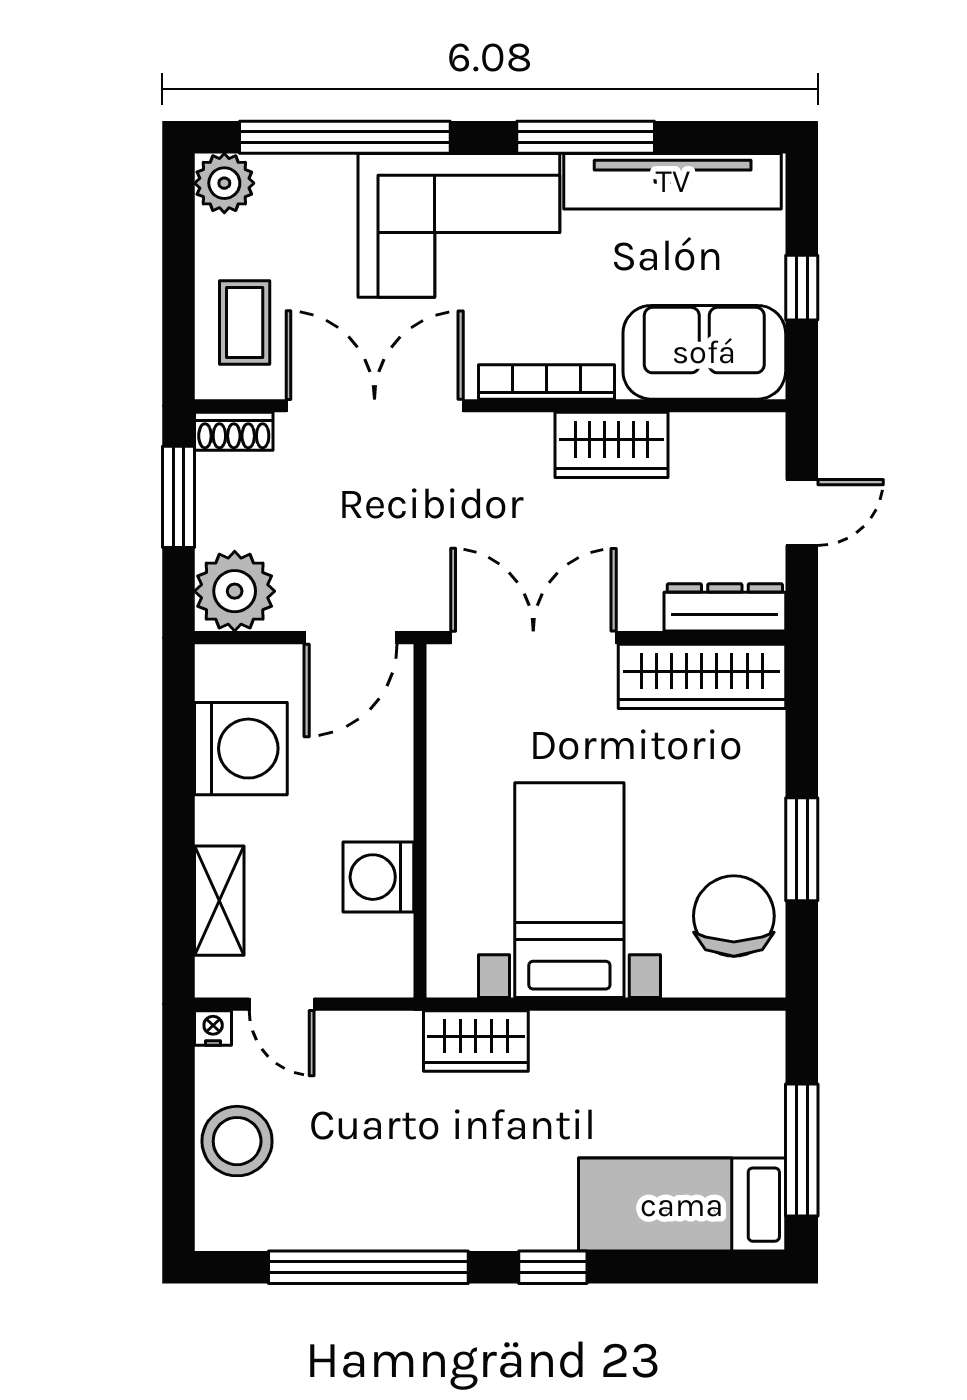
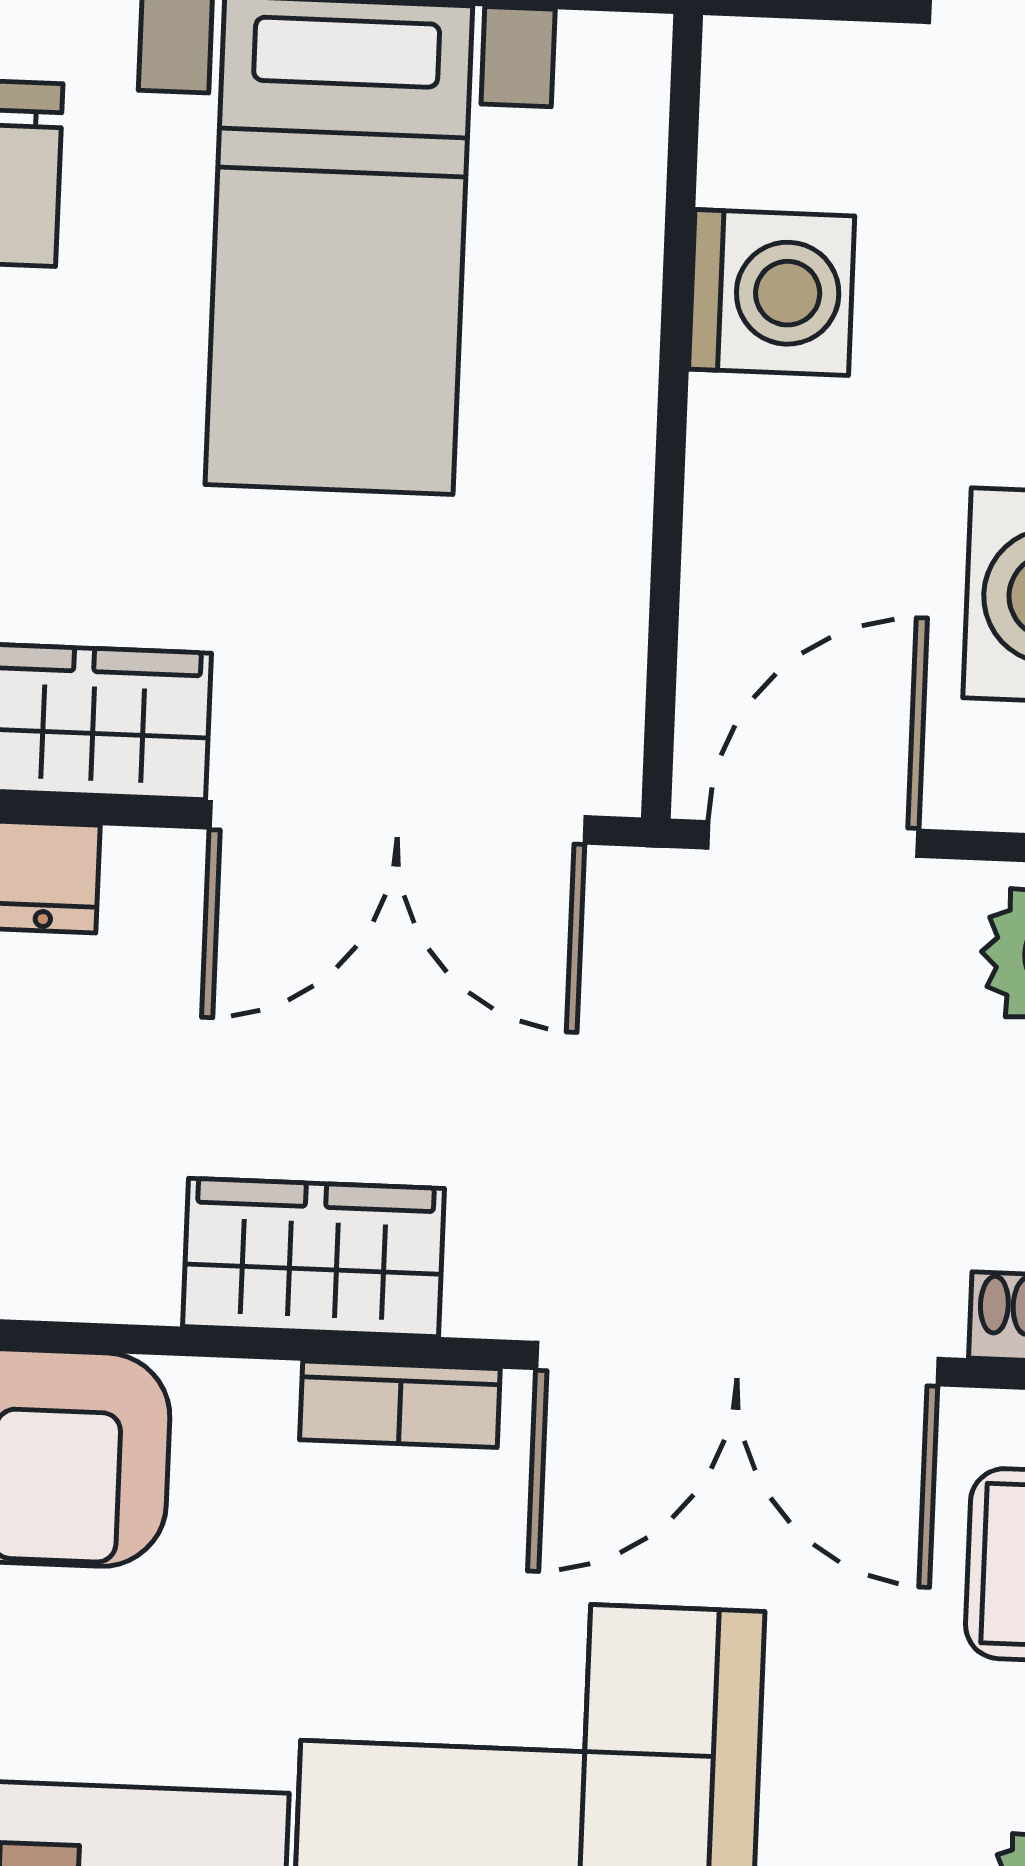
bookcase: (547, 382) -> (400, 1404), width x0.64
wardrobe: (612, 445) -> (313, 1257), moved

